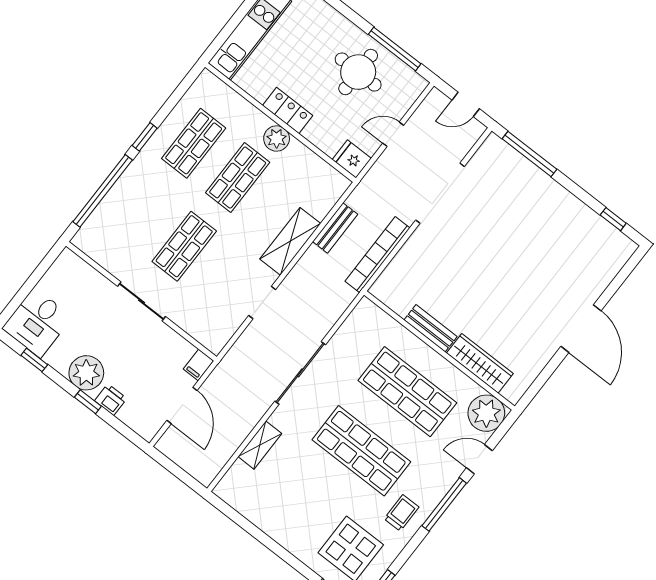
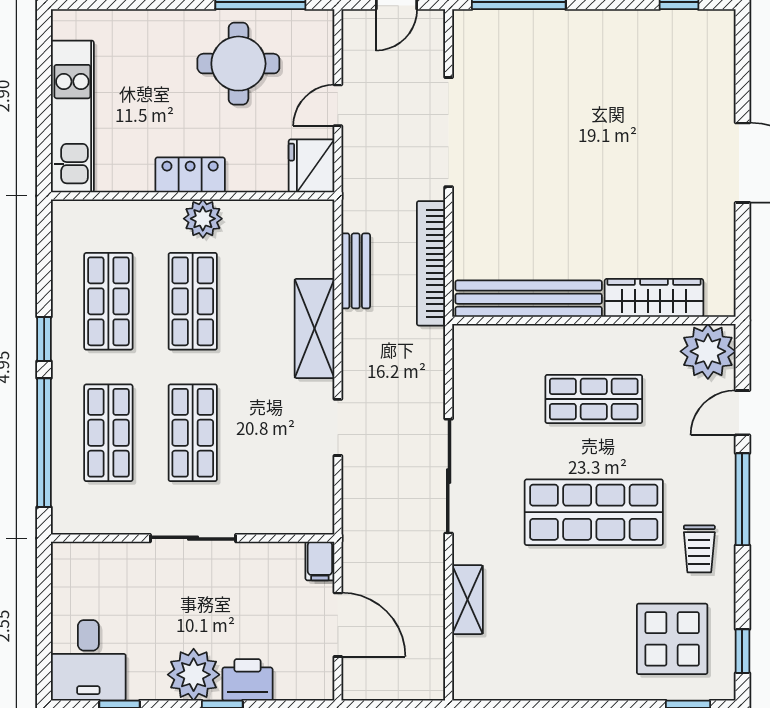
fridge: (352, 159) -> (312, 166), width x1.38
shop shelf: (140, 212) -> (108, 433), added
bench: (431, 328) -> (529, 299), width x1.86, depth x1.21
shop shelf: (407, 392) -> (594, 399), width x0.70, depth x0.74
printer: (111, 400) -> (247, 680), width x1.36, depth x1.24
trolley: (402, 513) -> (699, 549), turned 180

